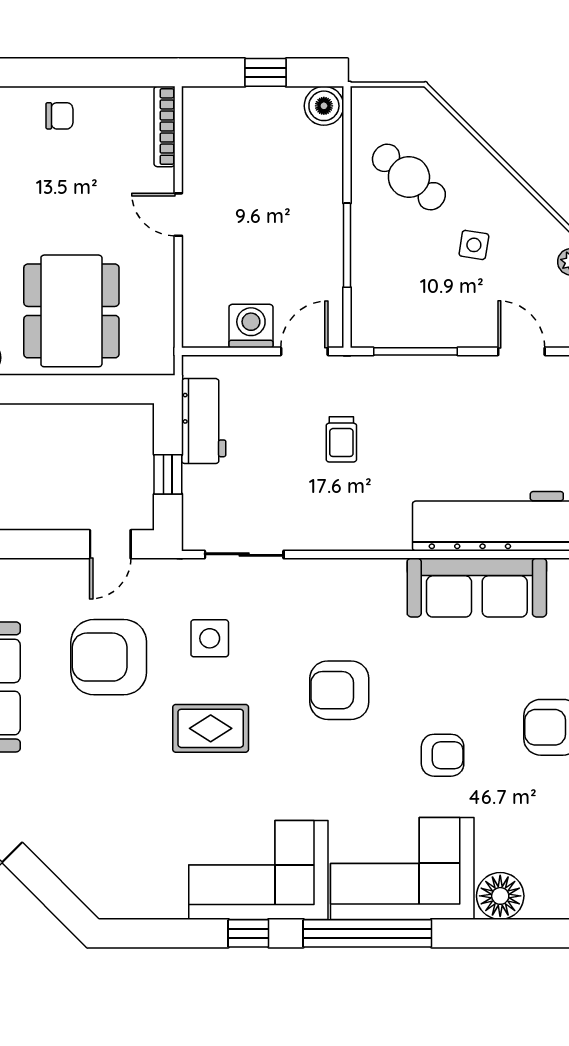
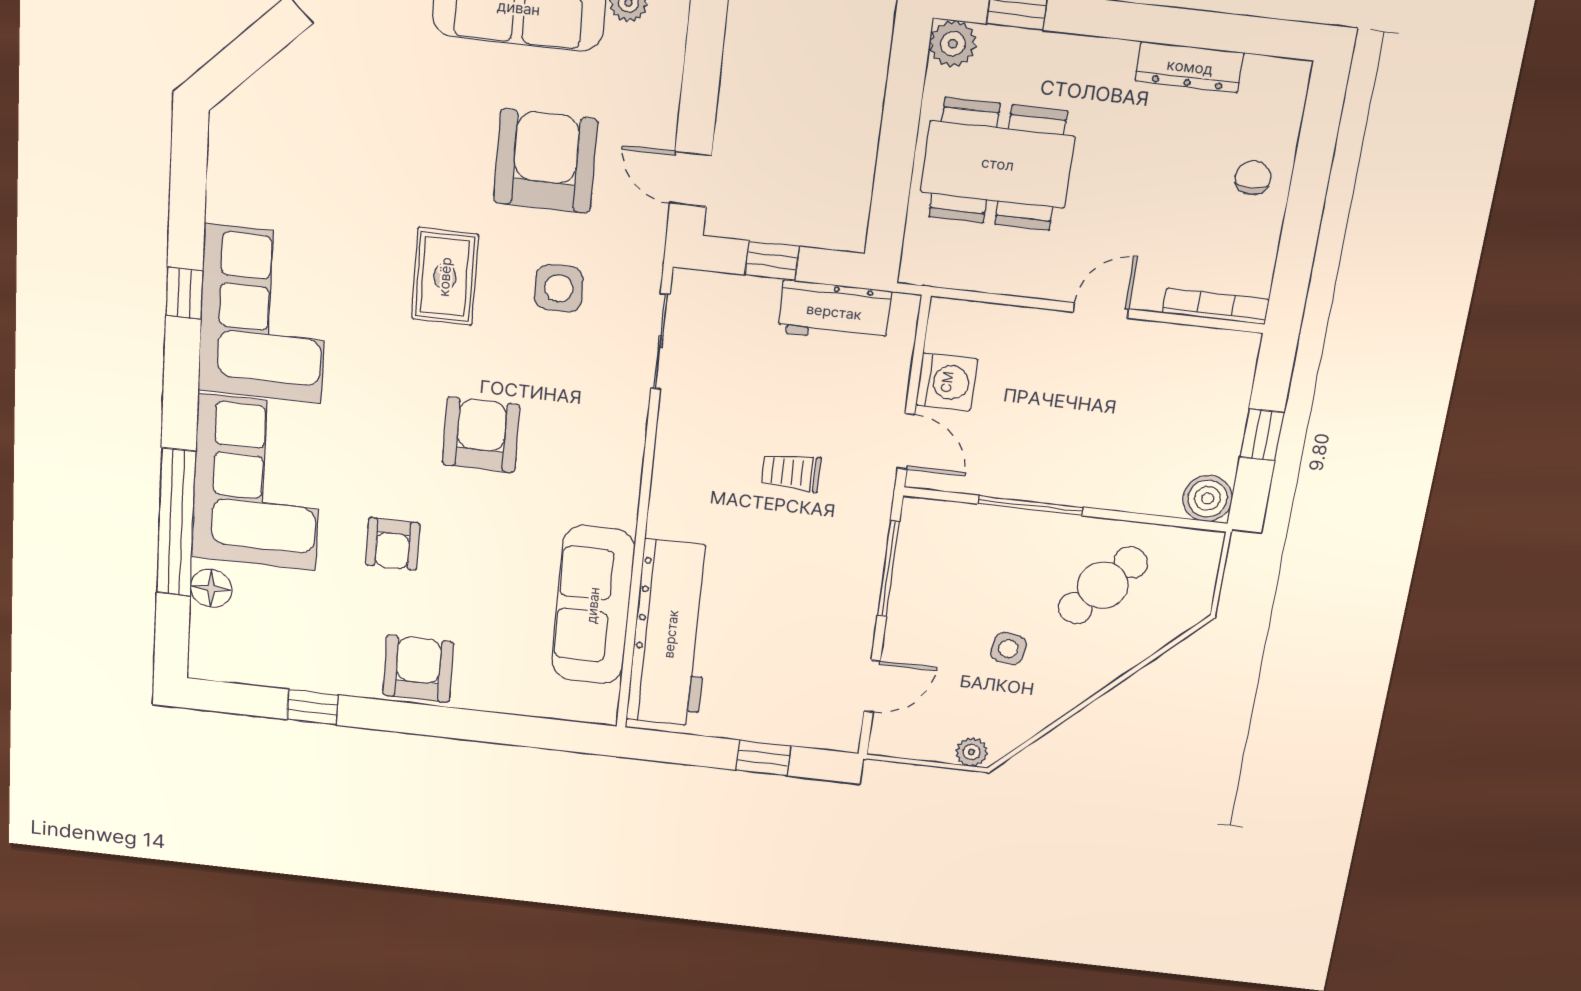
chair: (59, 116) -> (1253, 178), turned 180
floor lamp: (500, 896) -> (211, 588), width x0.73, depth x0.73
window: (367, 933) -> (176, 522), moved

